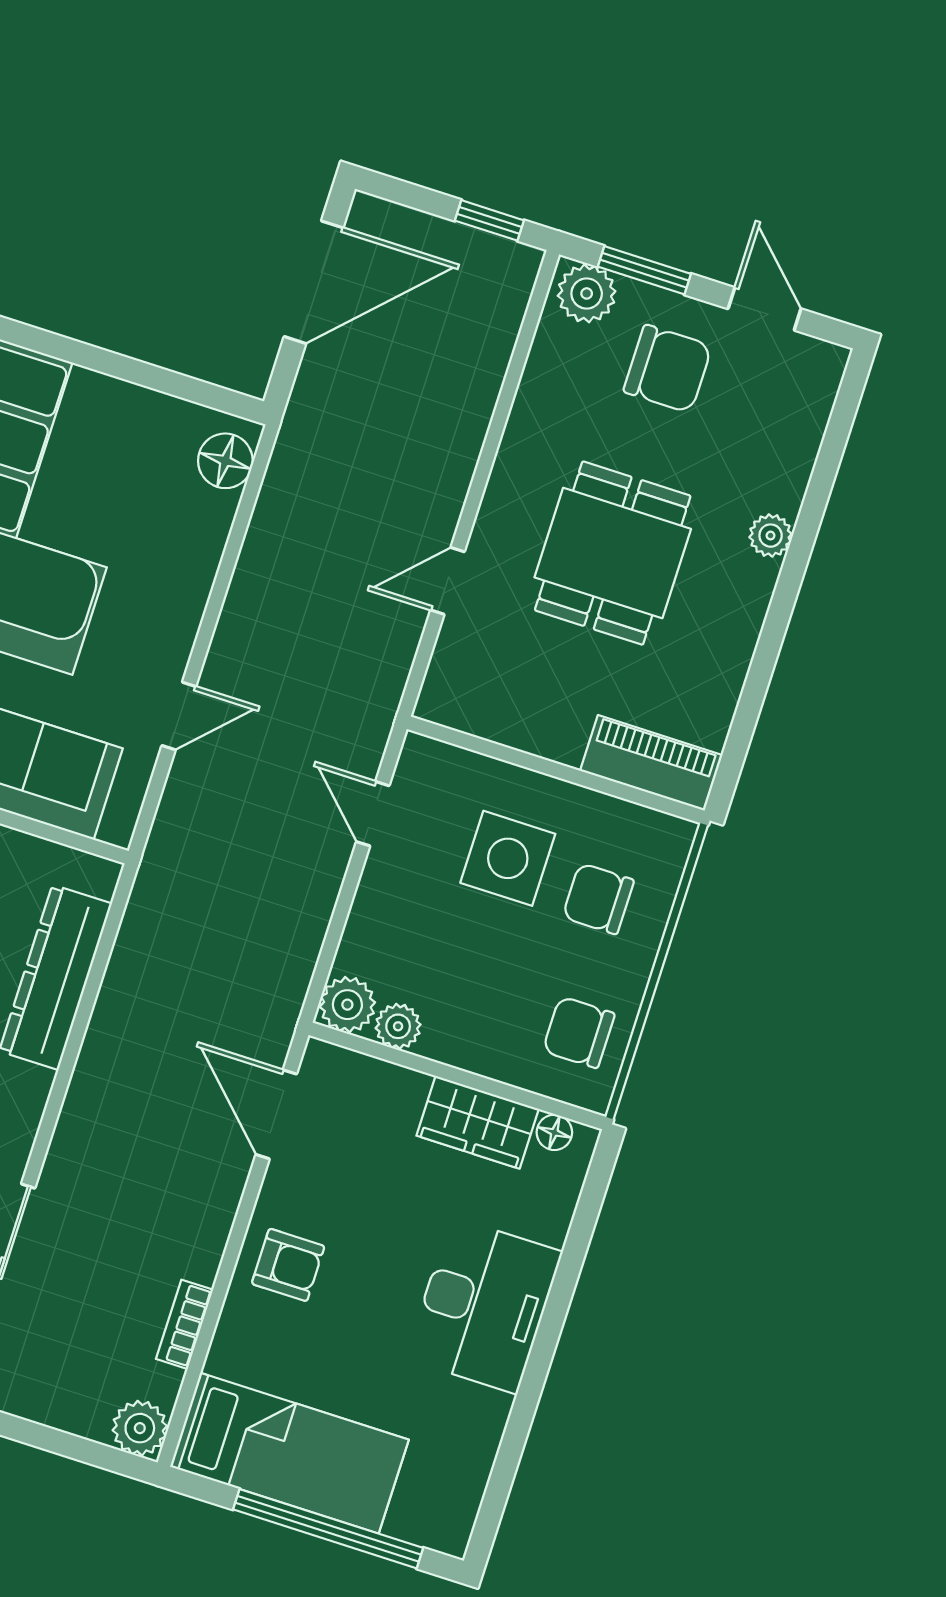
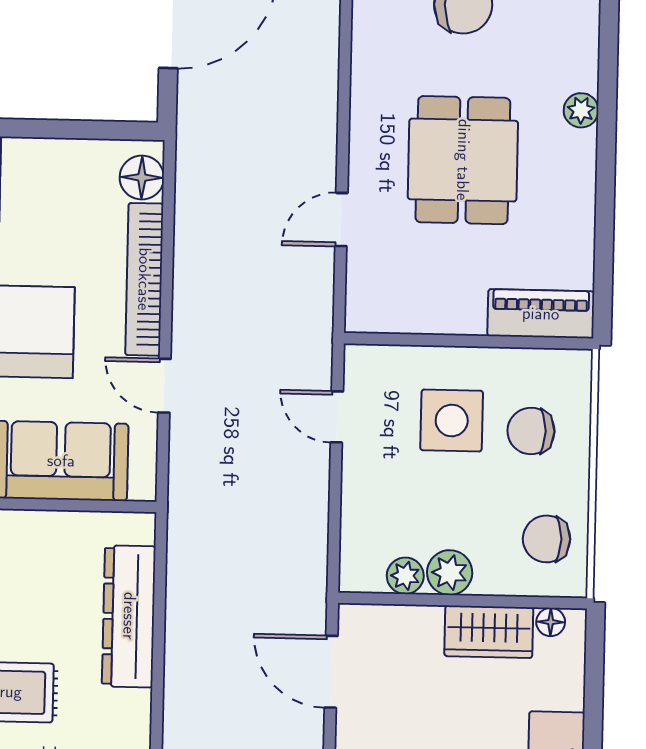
bookcase: (192, 583) -> (144, 279), added
door: (179, 716) -> (164, 386), swing flipped
plant: (347, 1005) -> (450, 573), moved

